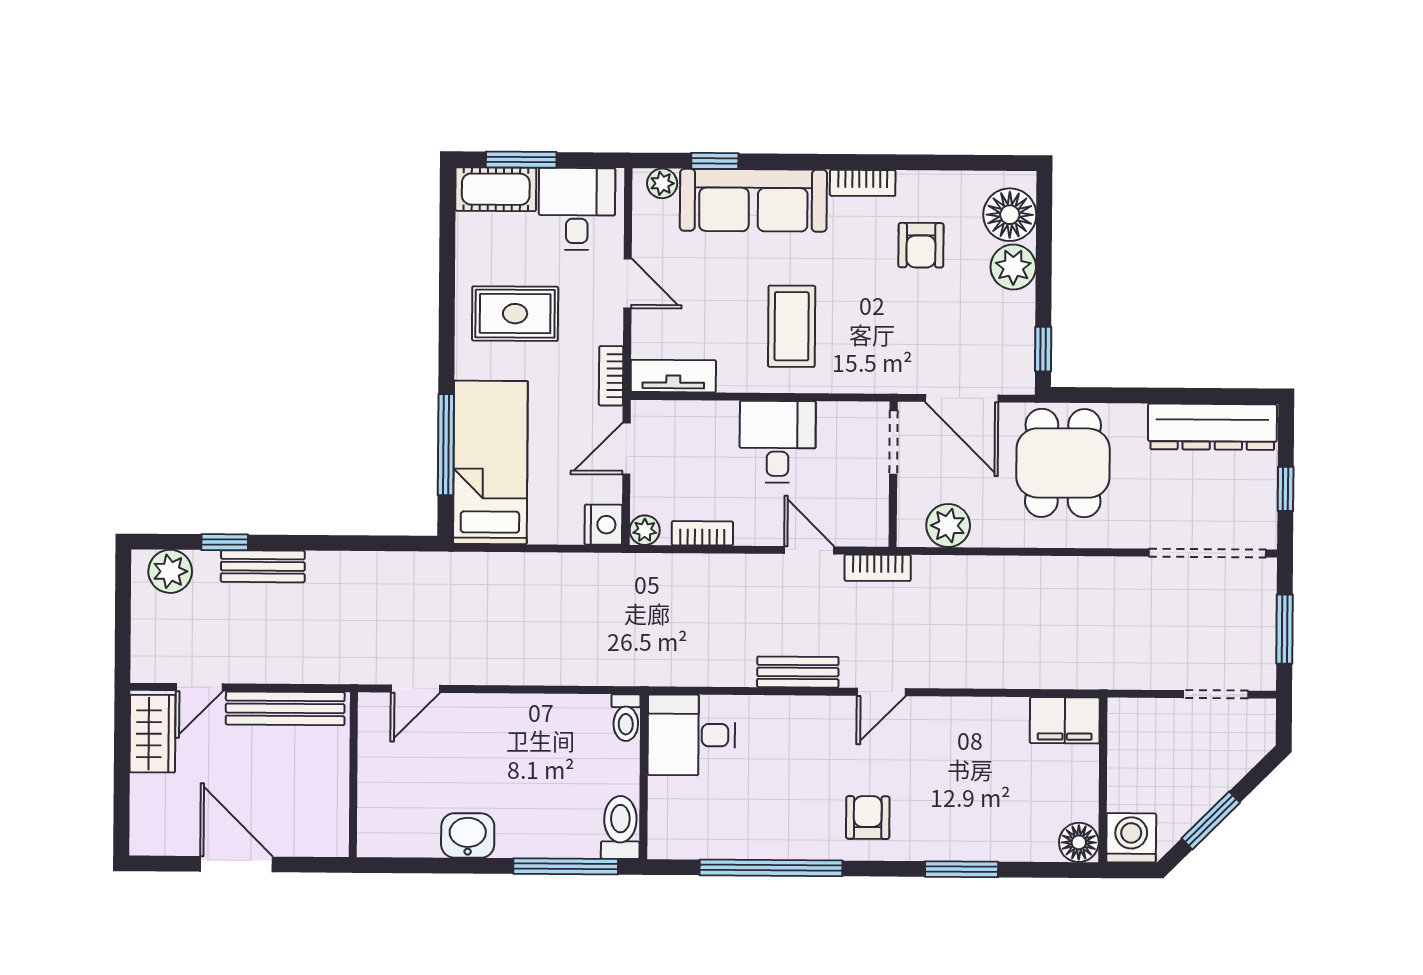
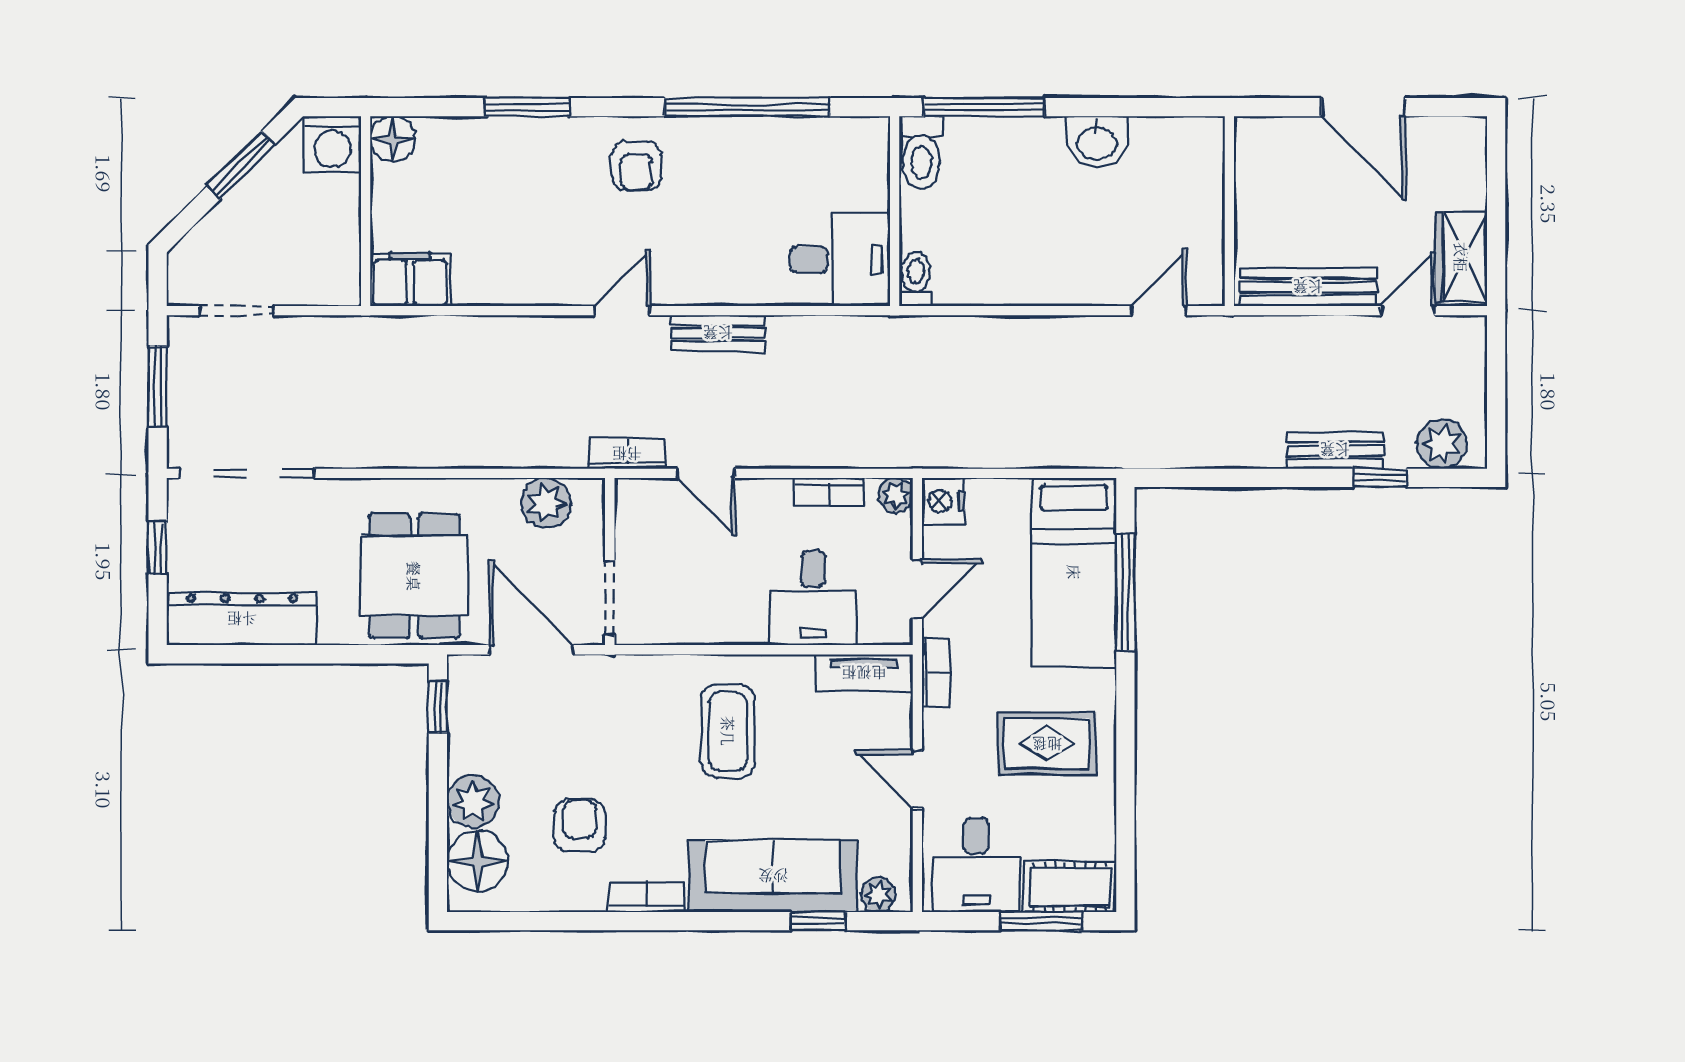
desk: (778, 442) -> (813, 598), moved

